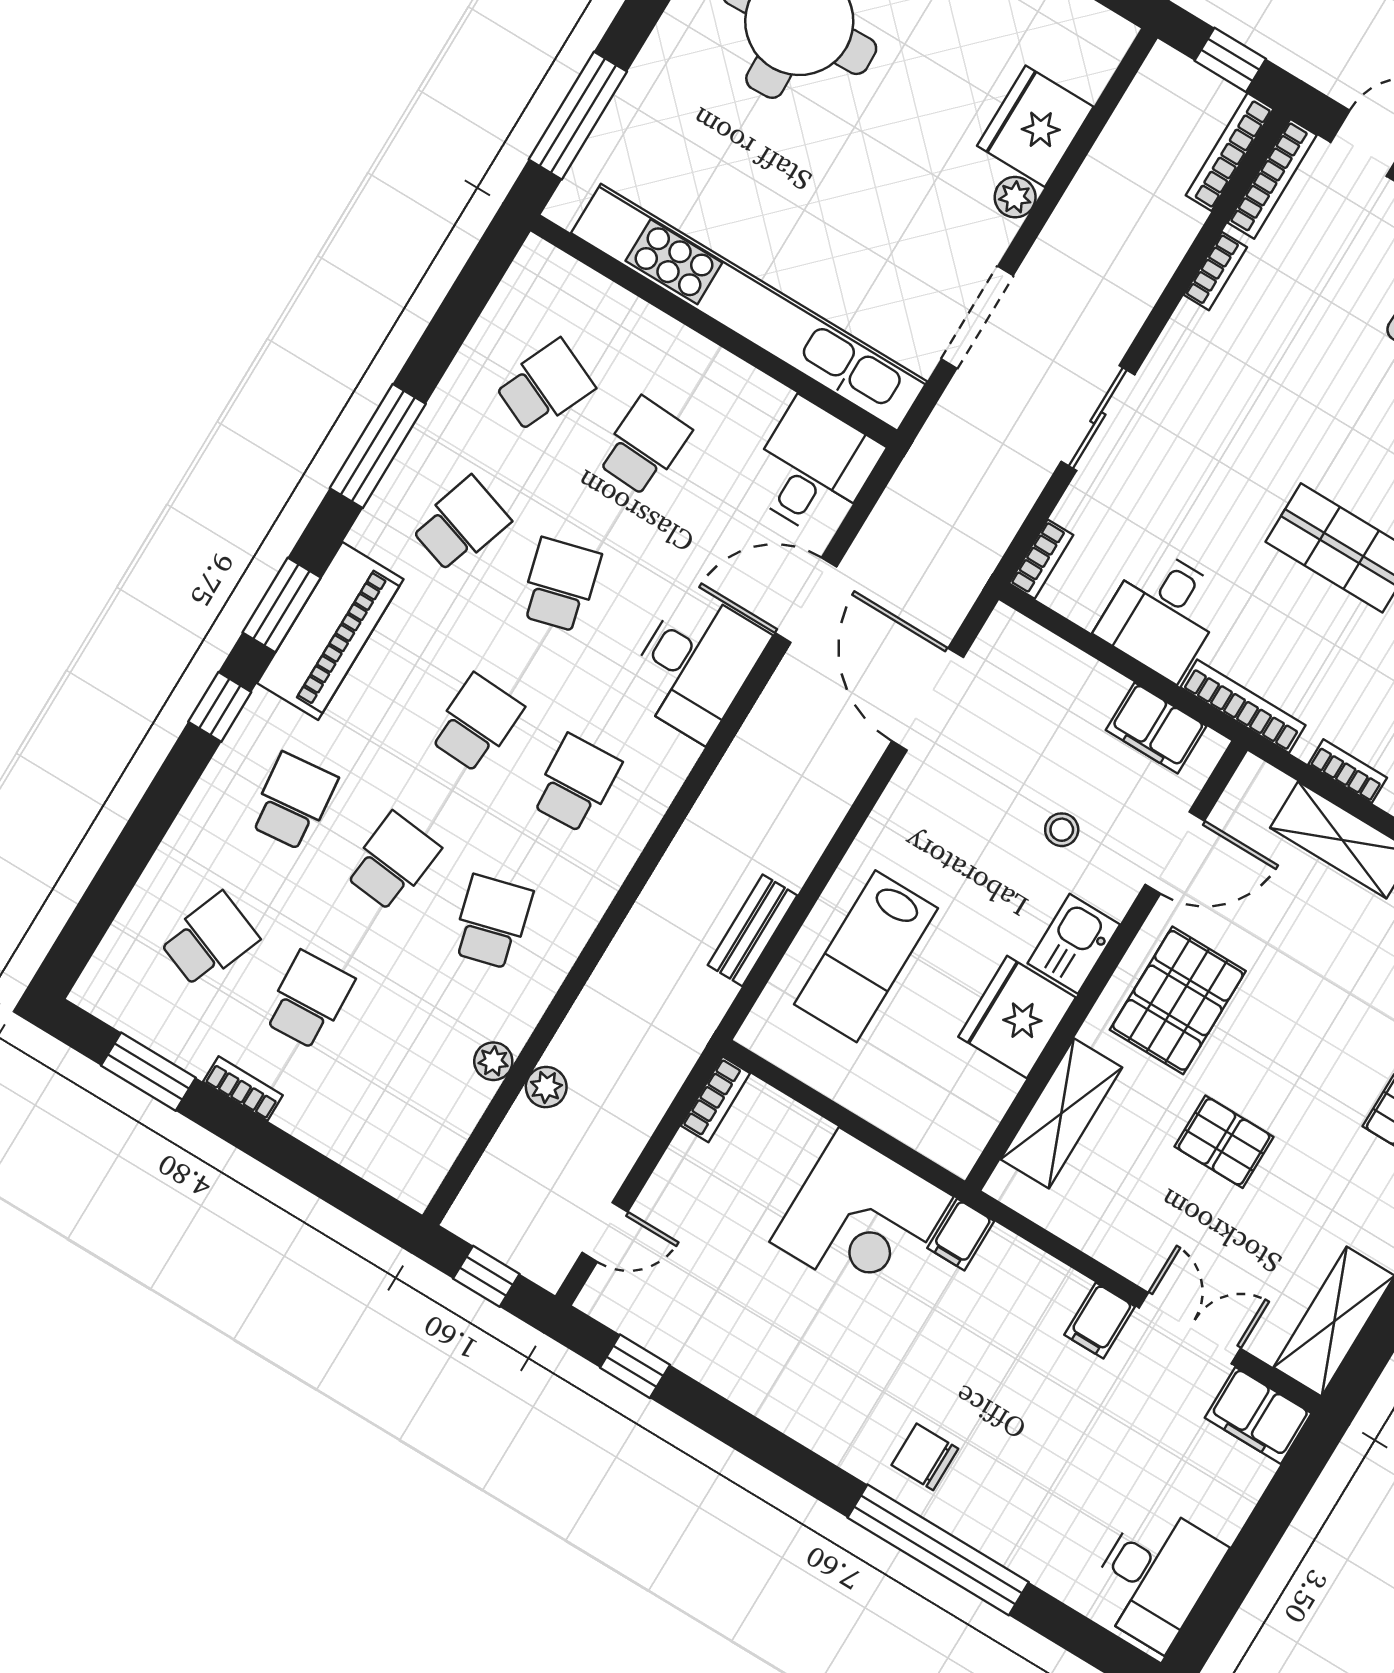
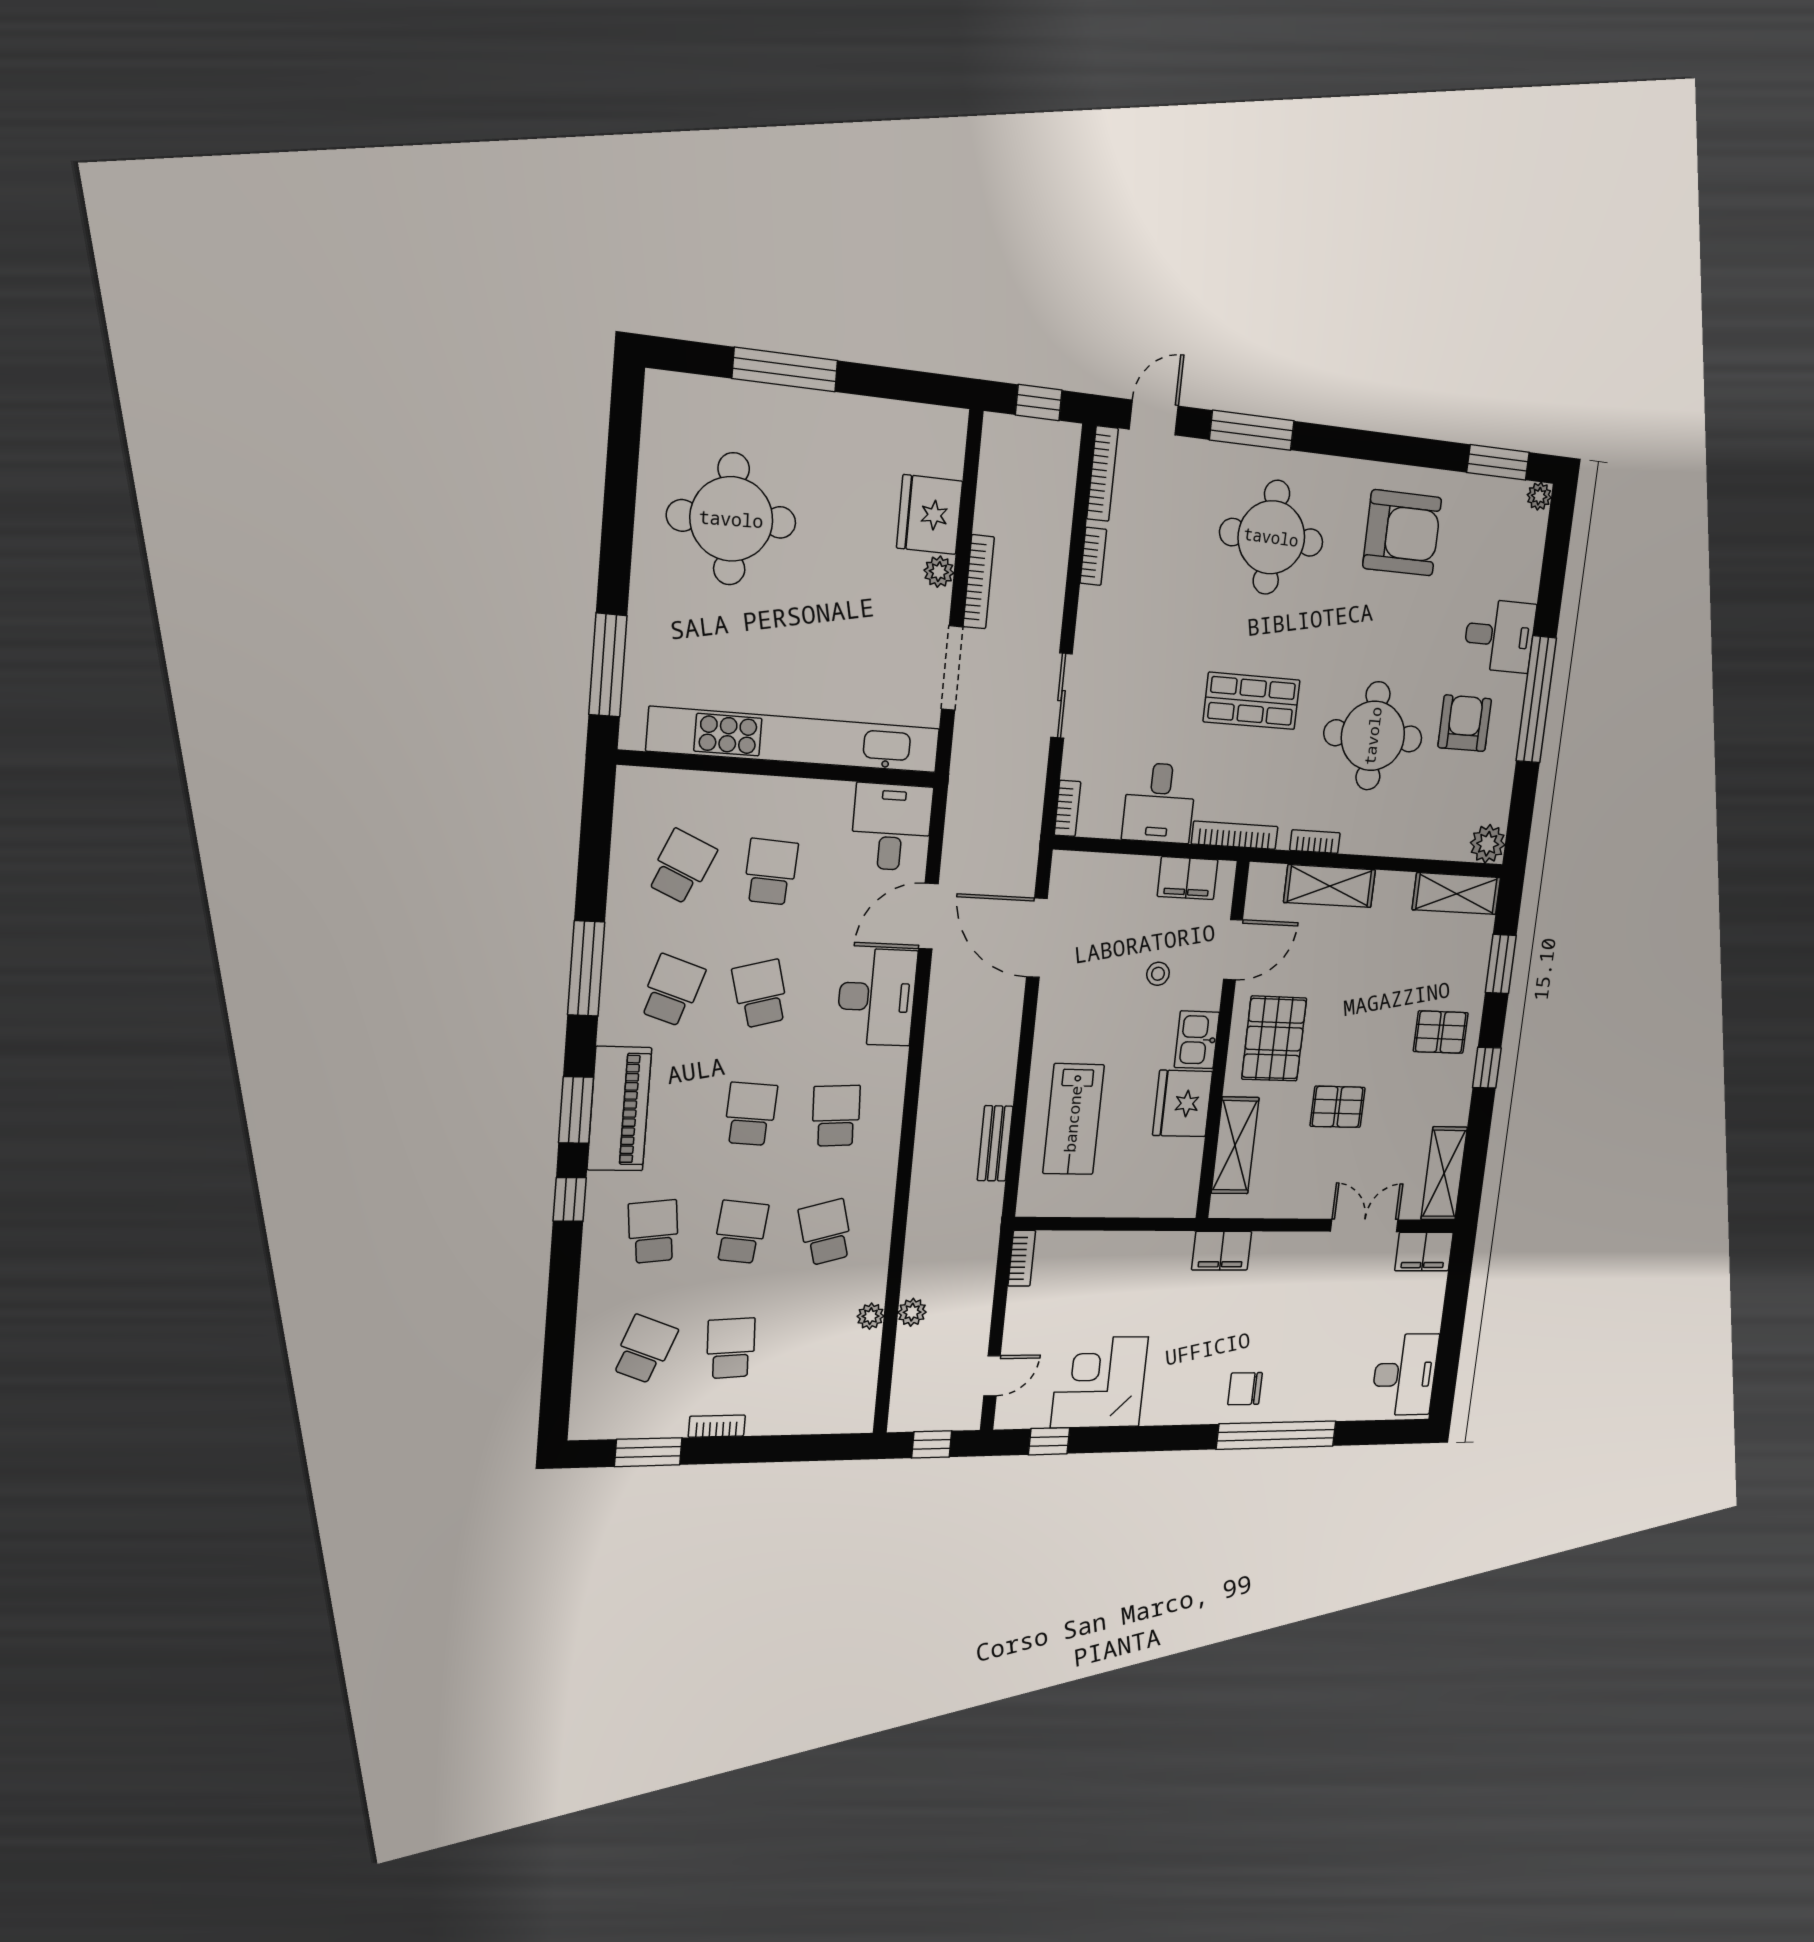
bookcase: (1230, 152) -> (979, 582), moved, turned 180
corner desk: (861, 1219) -> (1099, 1382), moved, turned 180
filing cabinet: (961, 1234) -> (1222, 1251), width x2.00
filing cabinet: (1100, 1321) -> (1311, 1252), removed

